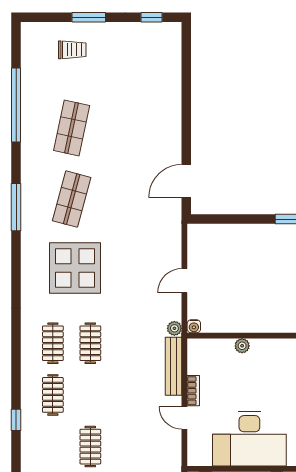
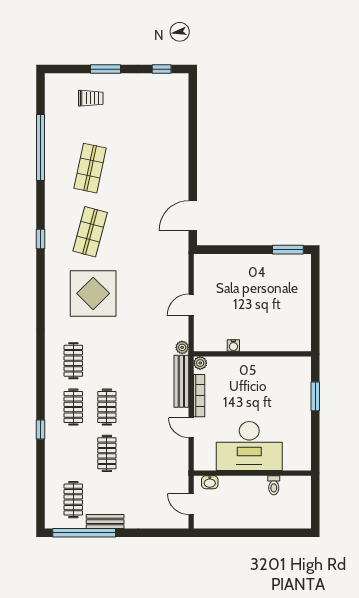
window: (16, 207) -> (40, 239), width x0.46
water cooler: (194, 326) -> (233, 346), moved
clothes rail: (90, 343) -> (107, 407), moved
plant: (242, 346) -> (200, 363), moved
bookcase: (193, 391) -> (199, 396), width x1.56

